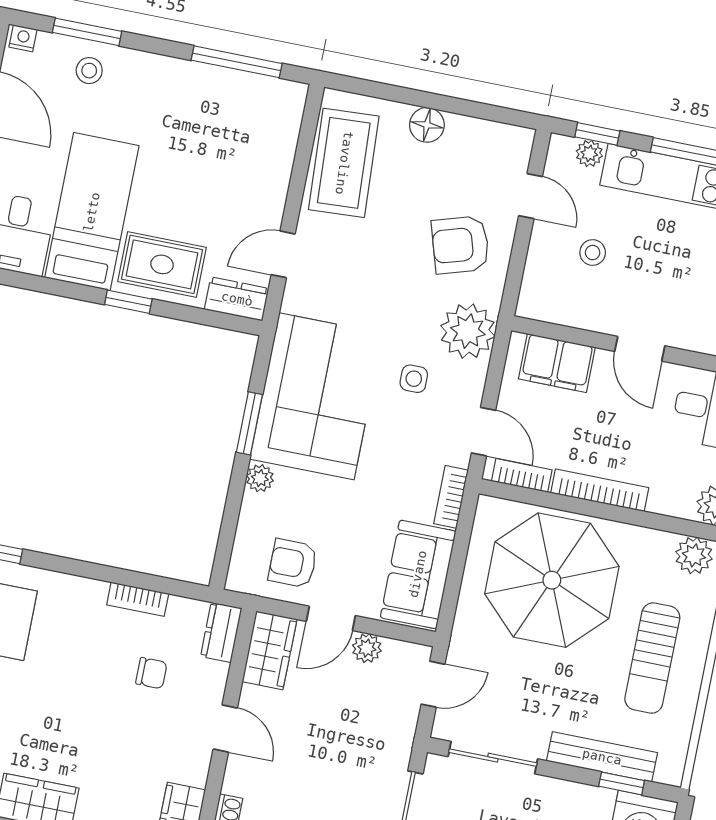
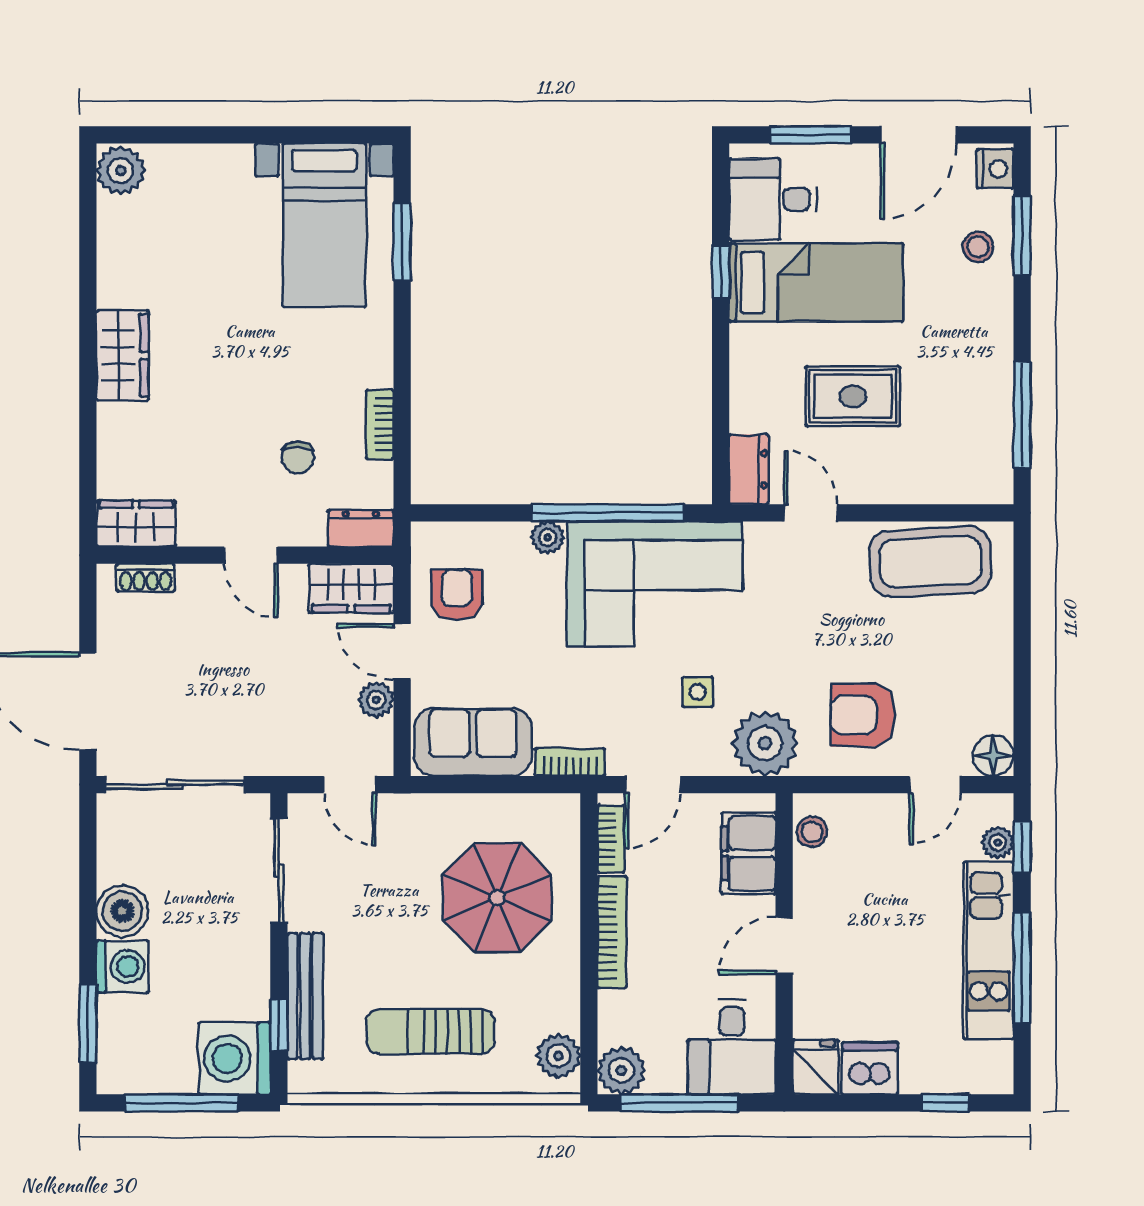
nightstand: (23, 38) -> (995, 169), width x1.39, depth x1.35
floor lamp: (427, 125) -> (993, 756), moved
armchair: (460, 245) -> (863, 715), turned -73
stool: (593, 253) -> (812, 832), moved
rug: (162, 264) -> (853, 396), moved, turned 90
window: (128, 302) -> (721, 272), moved
window: (249, 423) -> (608, 513), width x2.11
parasol: (552, 580) -> (497, 898), width x0.73, depth x0.73
door: (225, 728) -> (251, 555), hinge flipped

